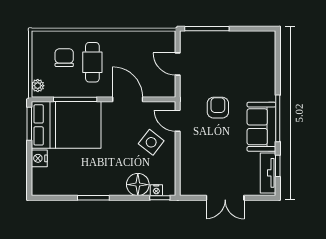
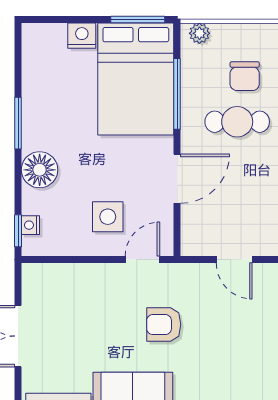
chair: (64, 58) -> (245, 76), turned 90
door: (178, 64) -> (234, 260), swing flipped
armchair: (218, 108) -> (164, 325), turned 180
side table: (151, 142) -> (108, 217), turned -38
floor lamp: (138, 185) -> (40, 170), moved

